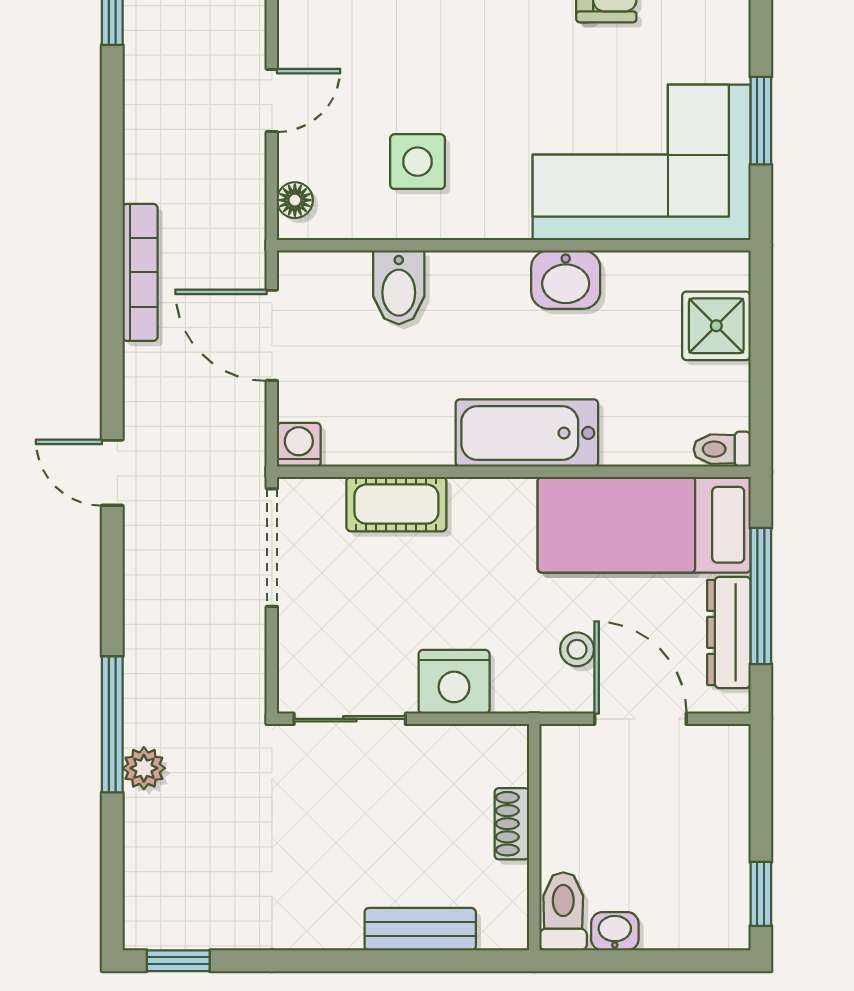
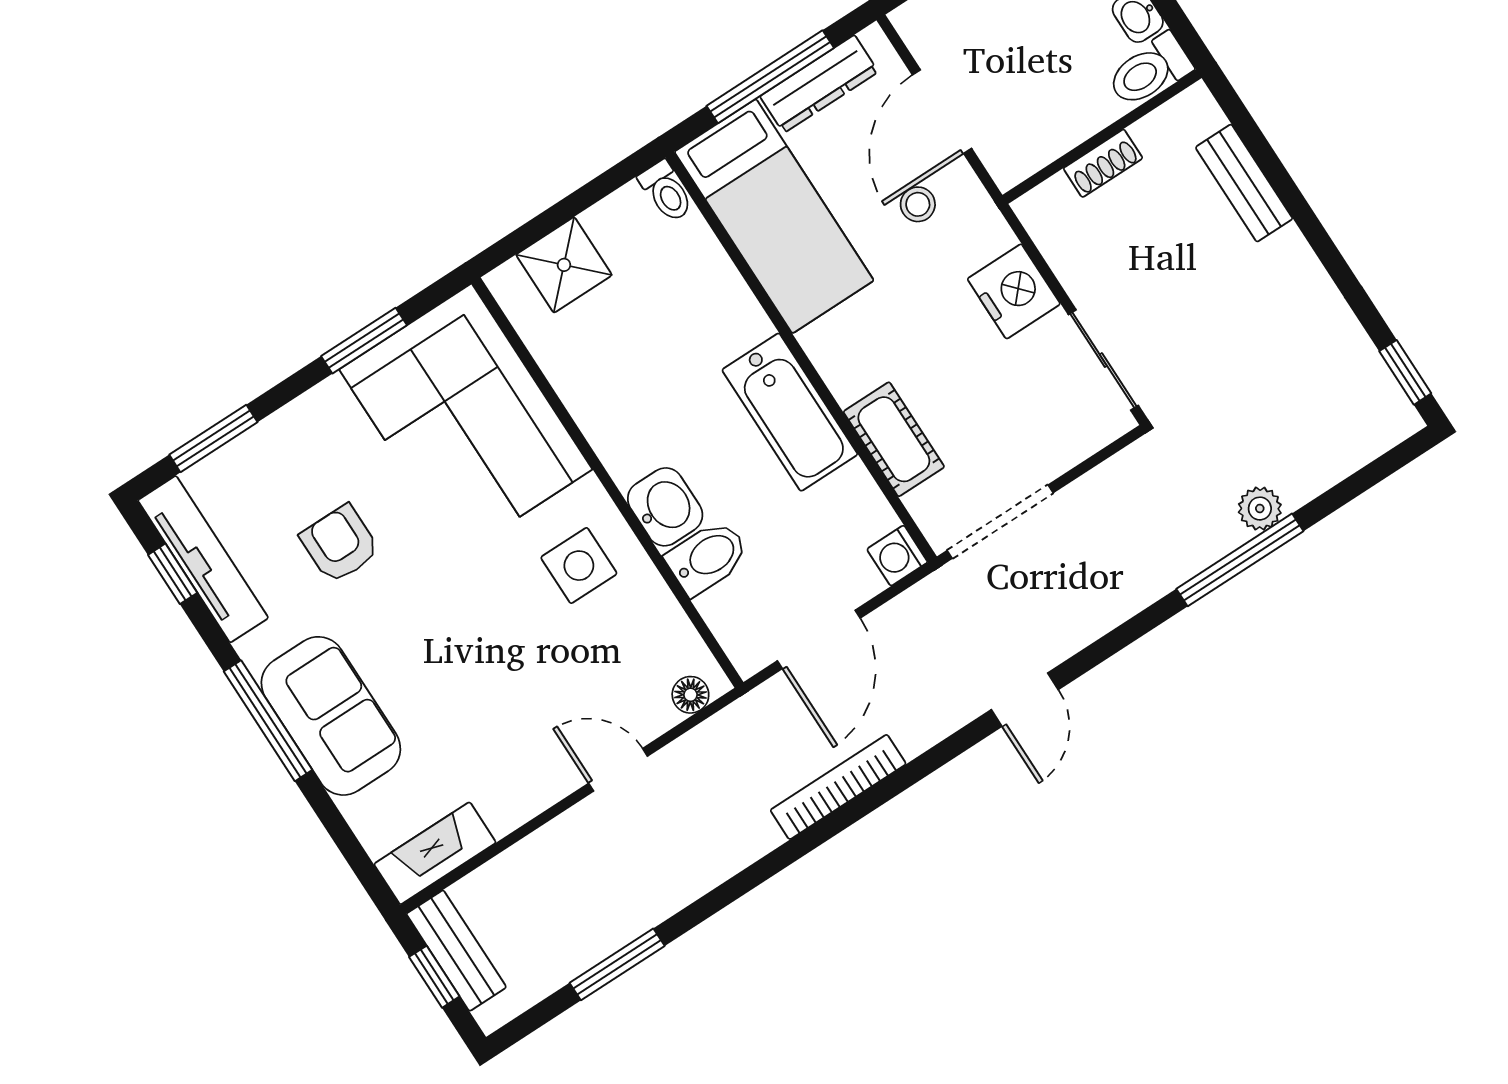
side table: (417, 162) -> (579, 566), moved
washbasin: (566, 280) -> (665, 507), moved
bathtub: (527, 433) -> (790, 412), moved

